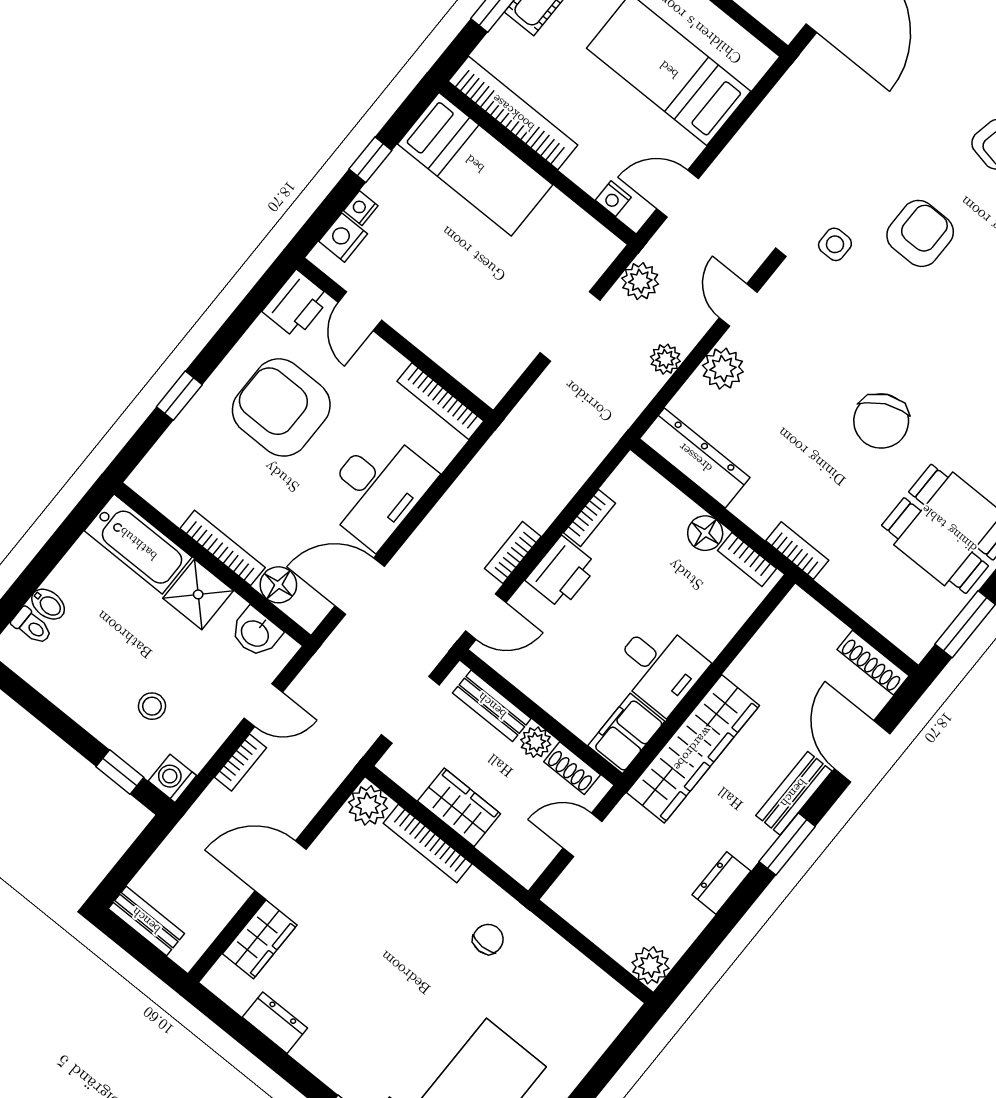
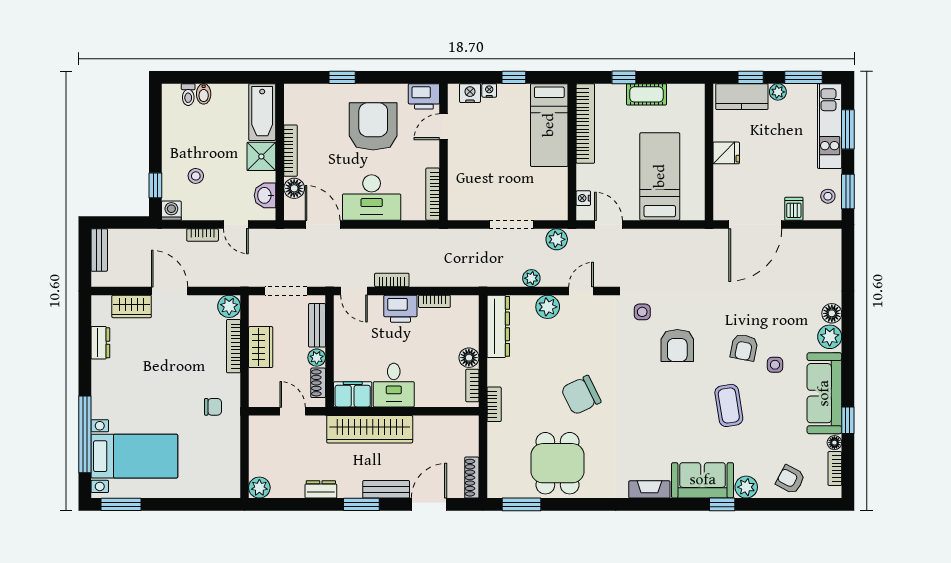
armchair: (920, 233) -> (677, 345), turned 90

